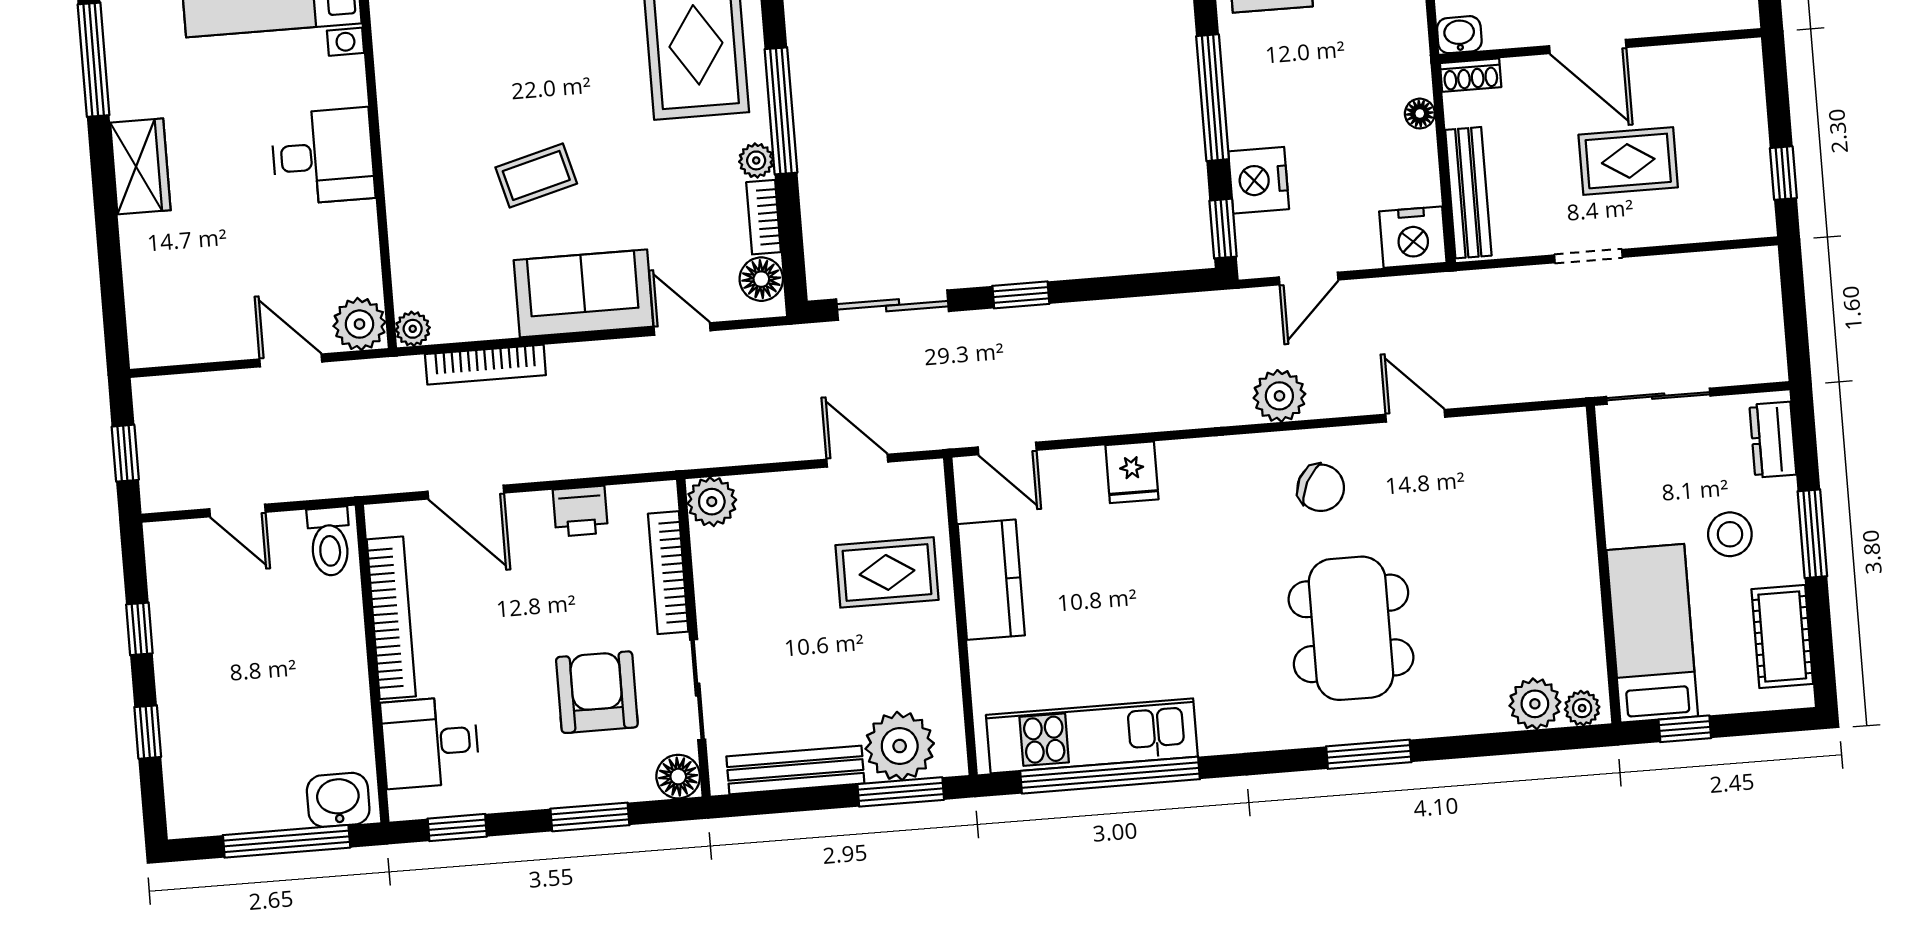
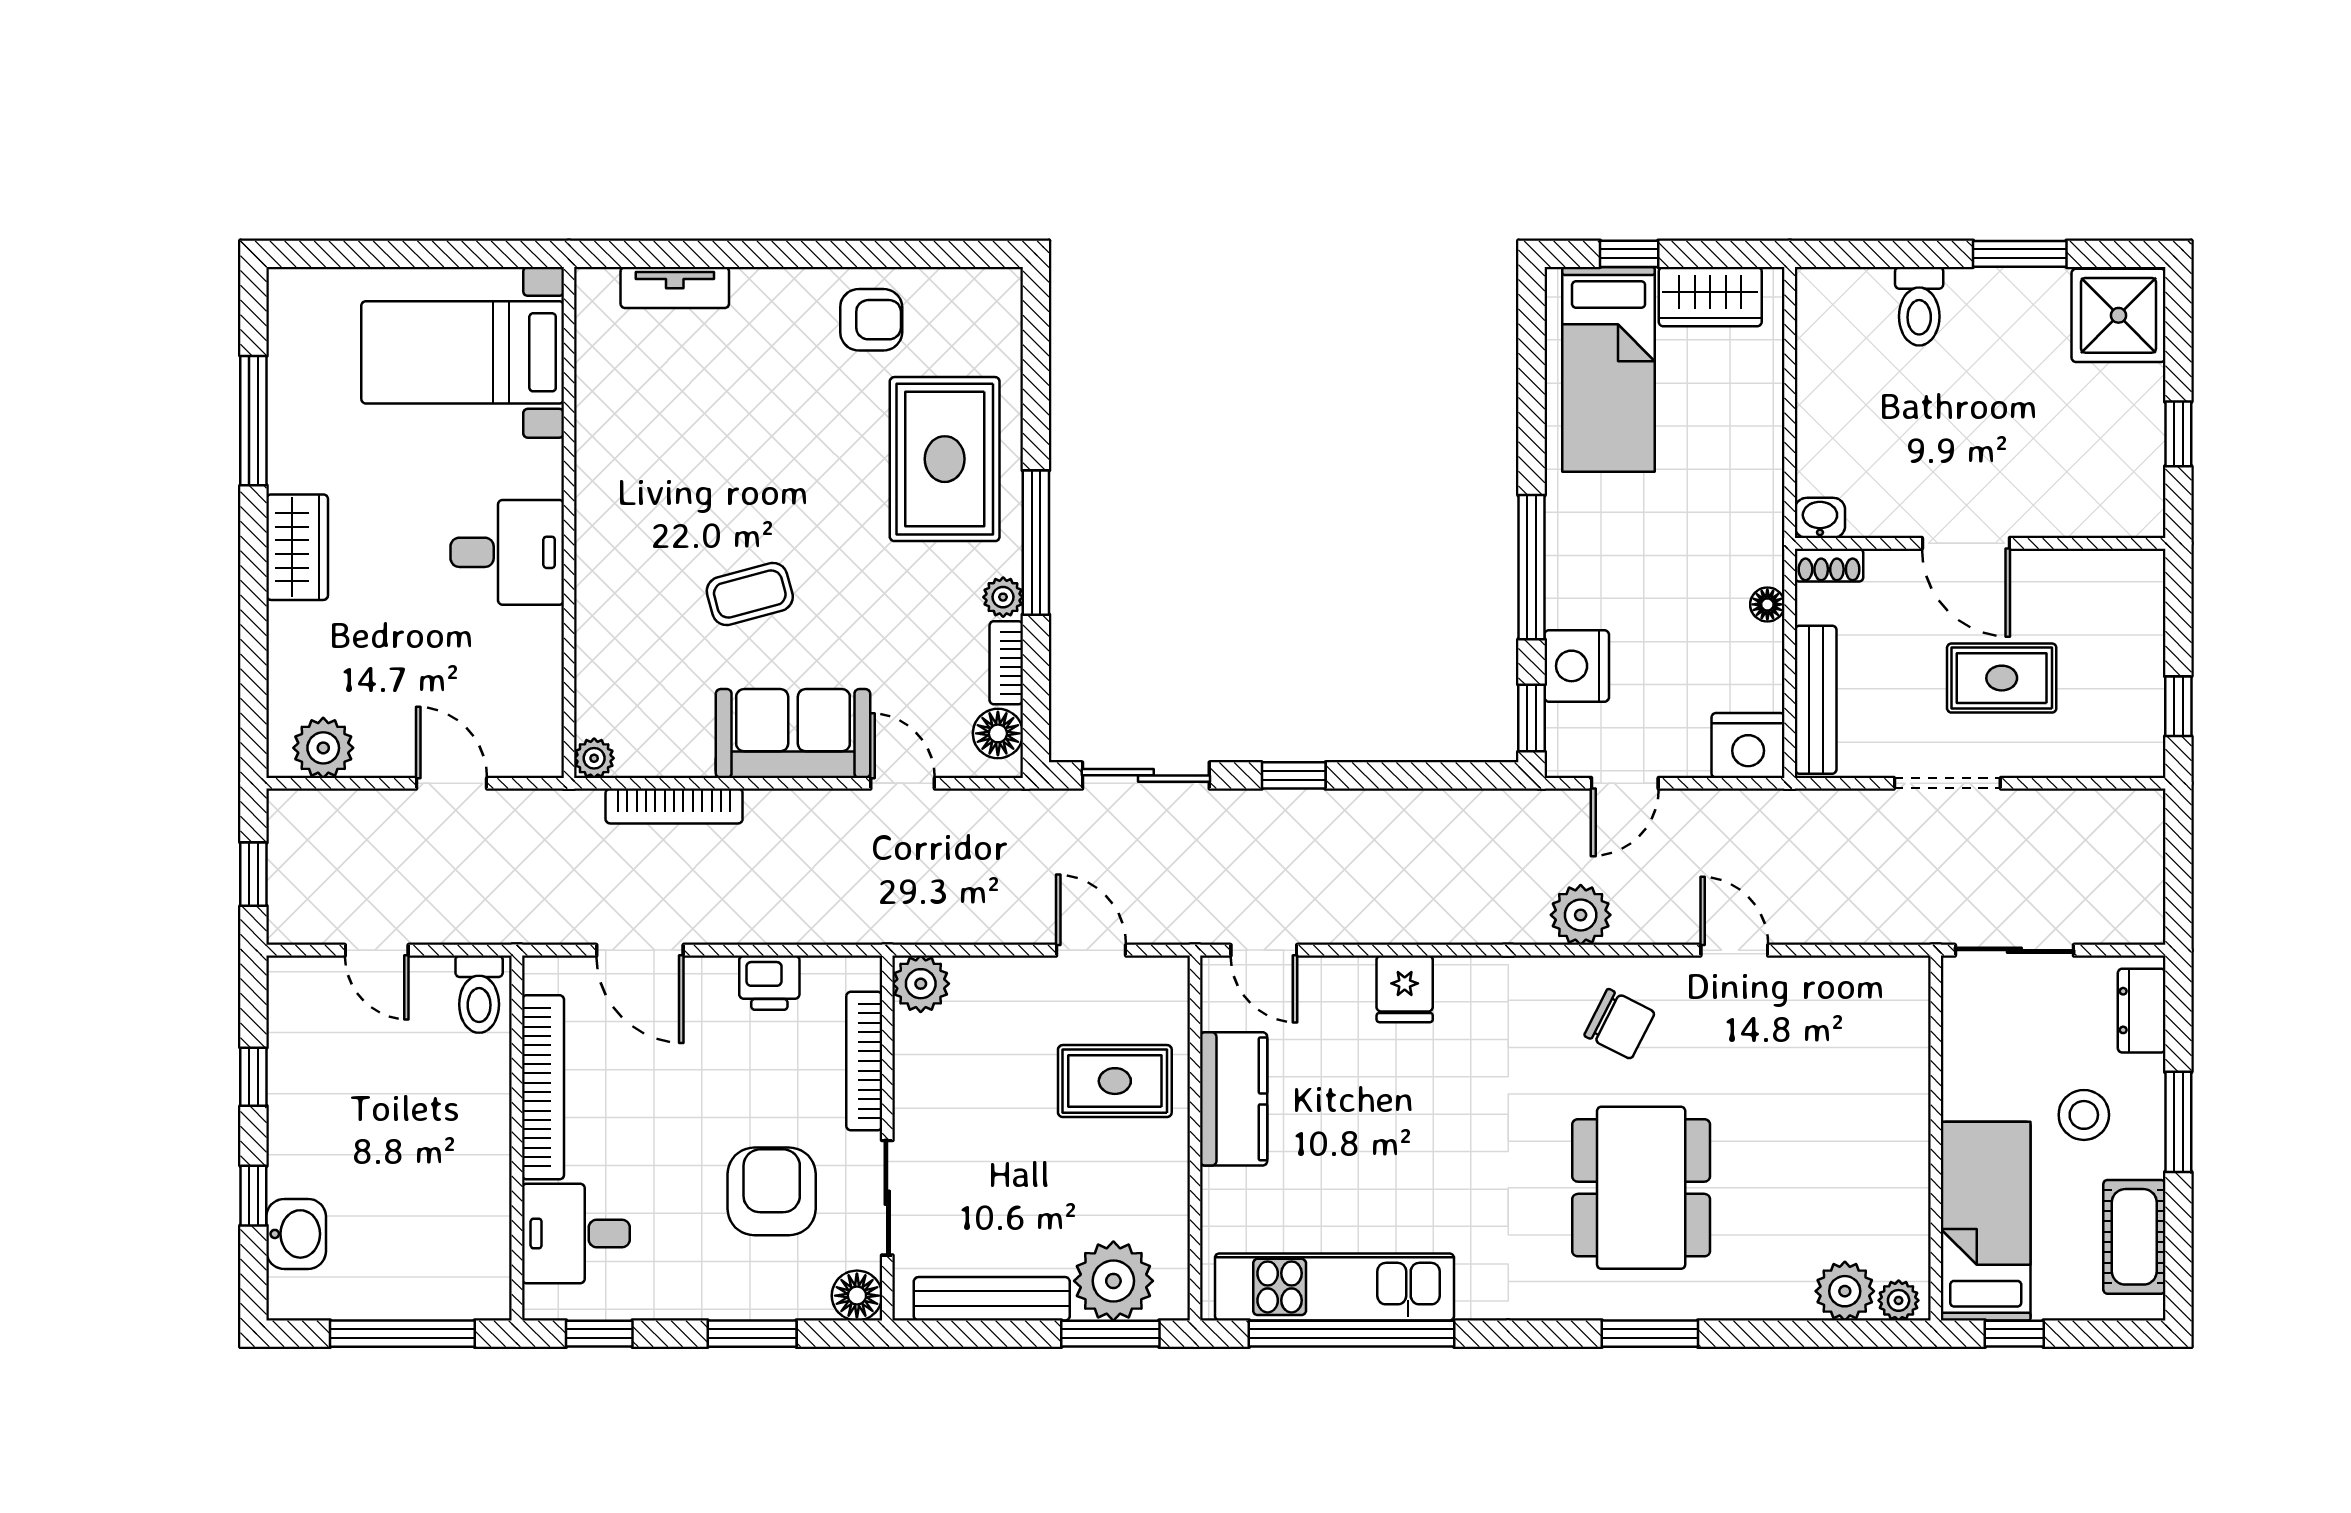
doorway: (1588, 256) -> (1947, 783), width x1.38
plant: (360, 324) -> (323, 748), moved
washbasin: (338, 800) -> (296, 1234), moved, turned 90

